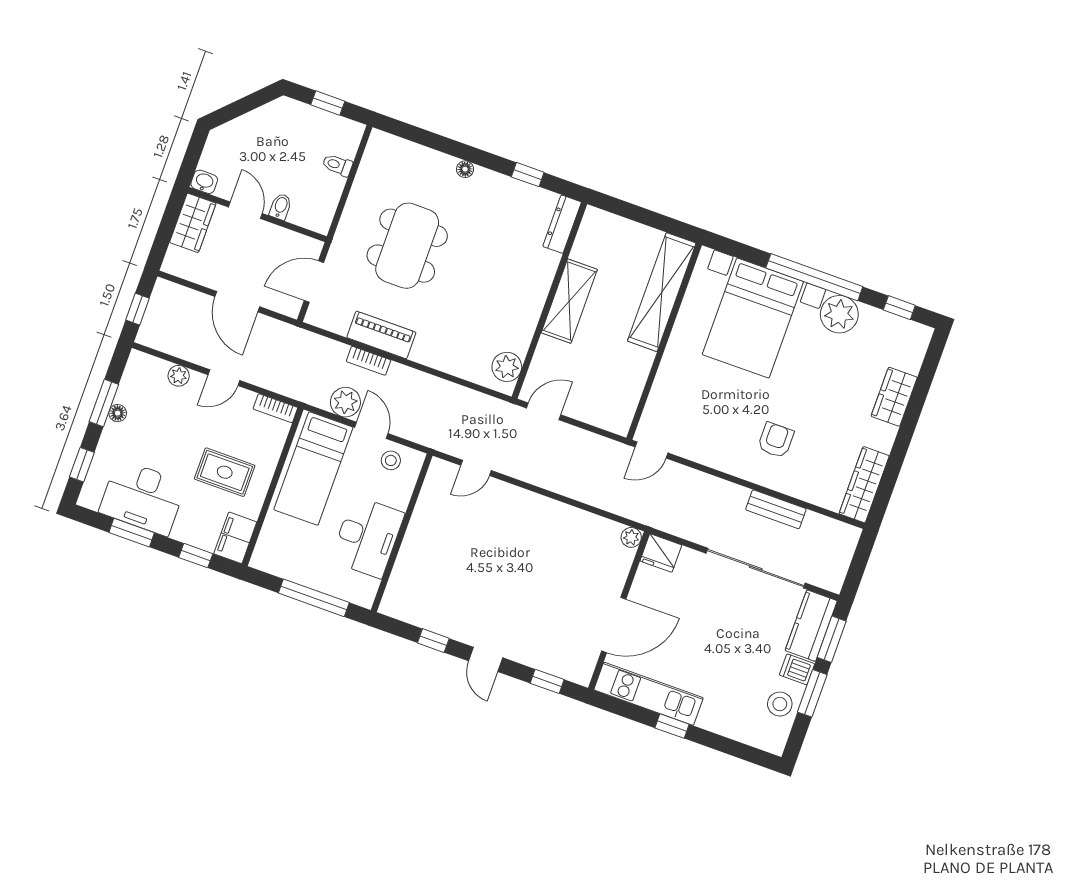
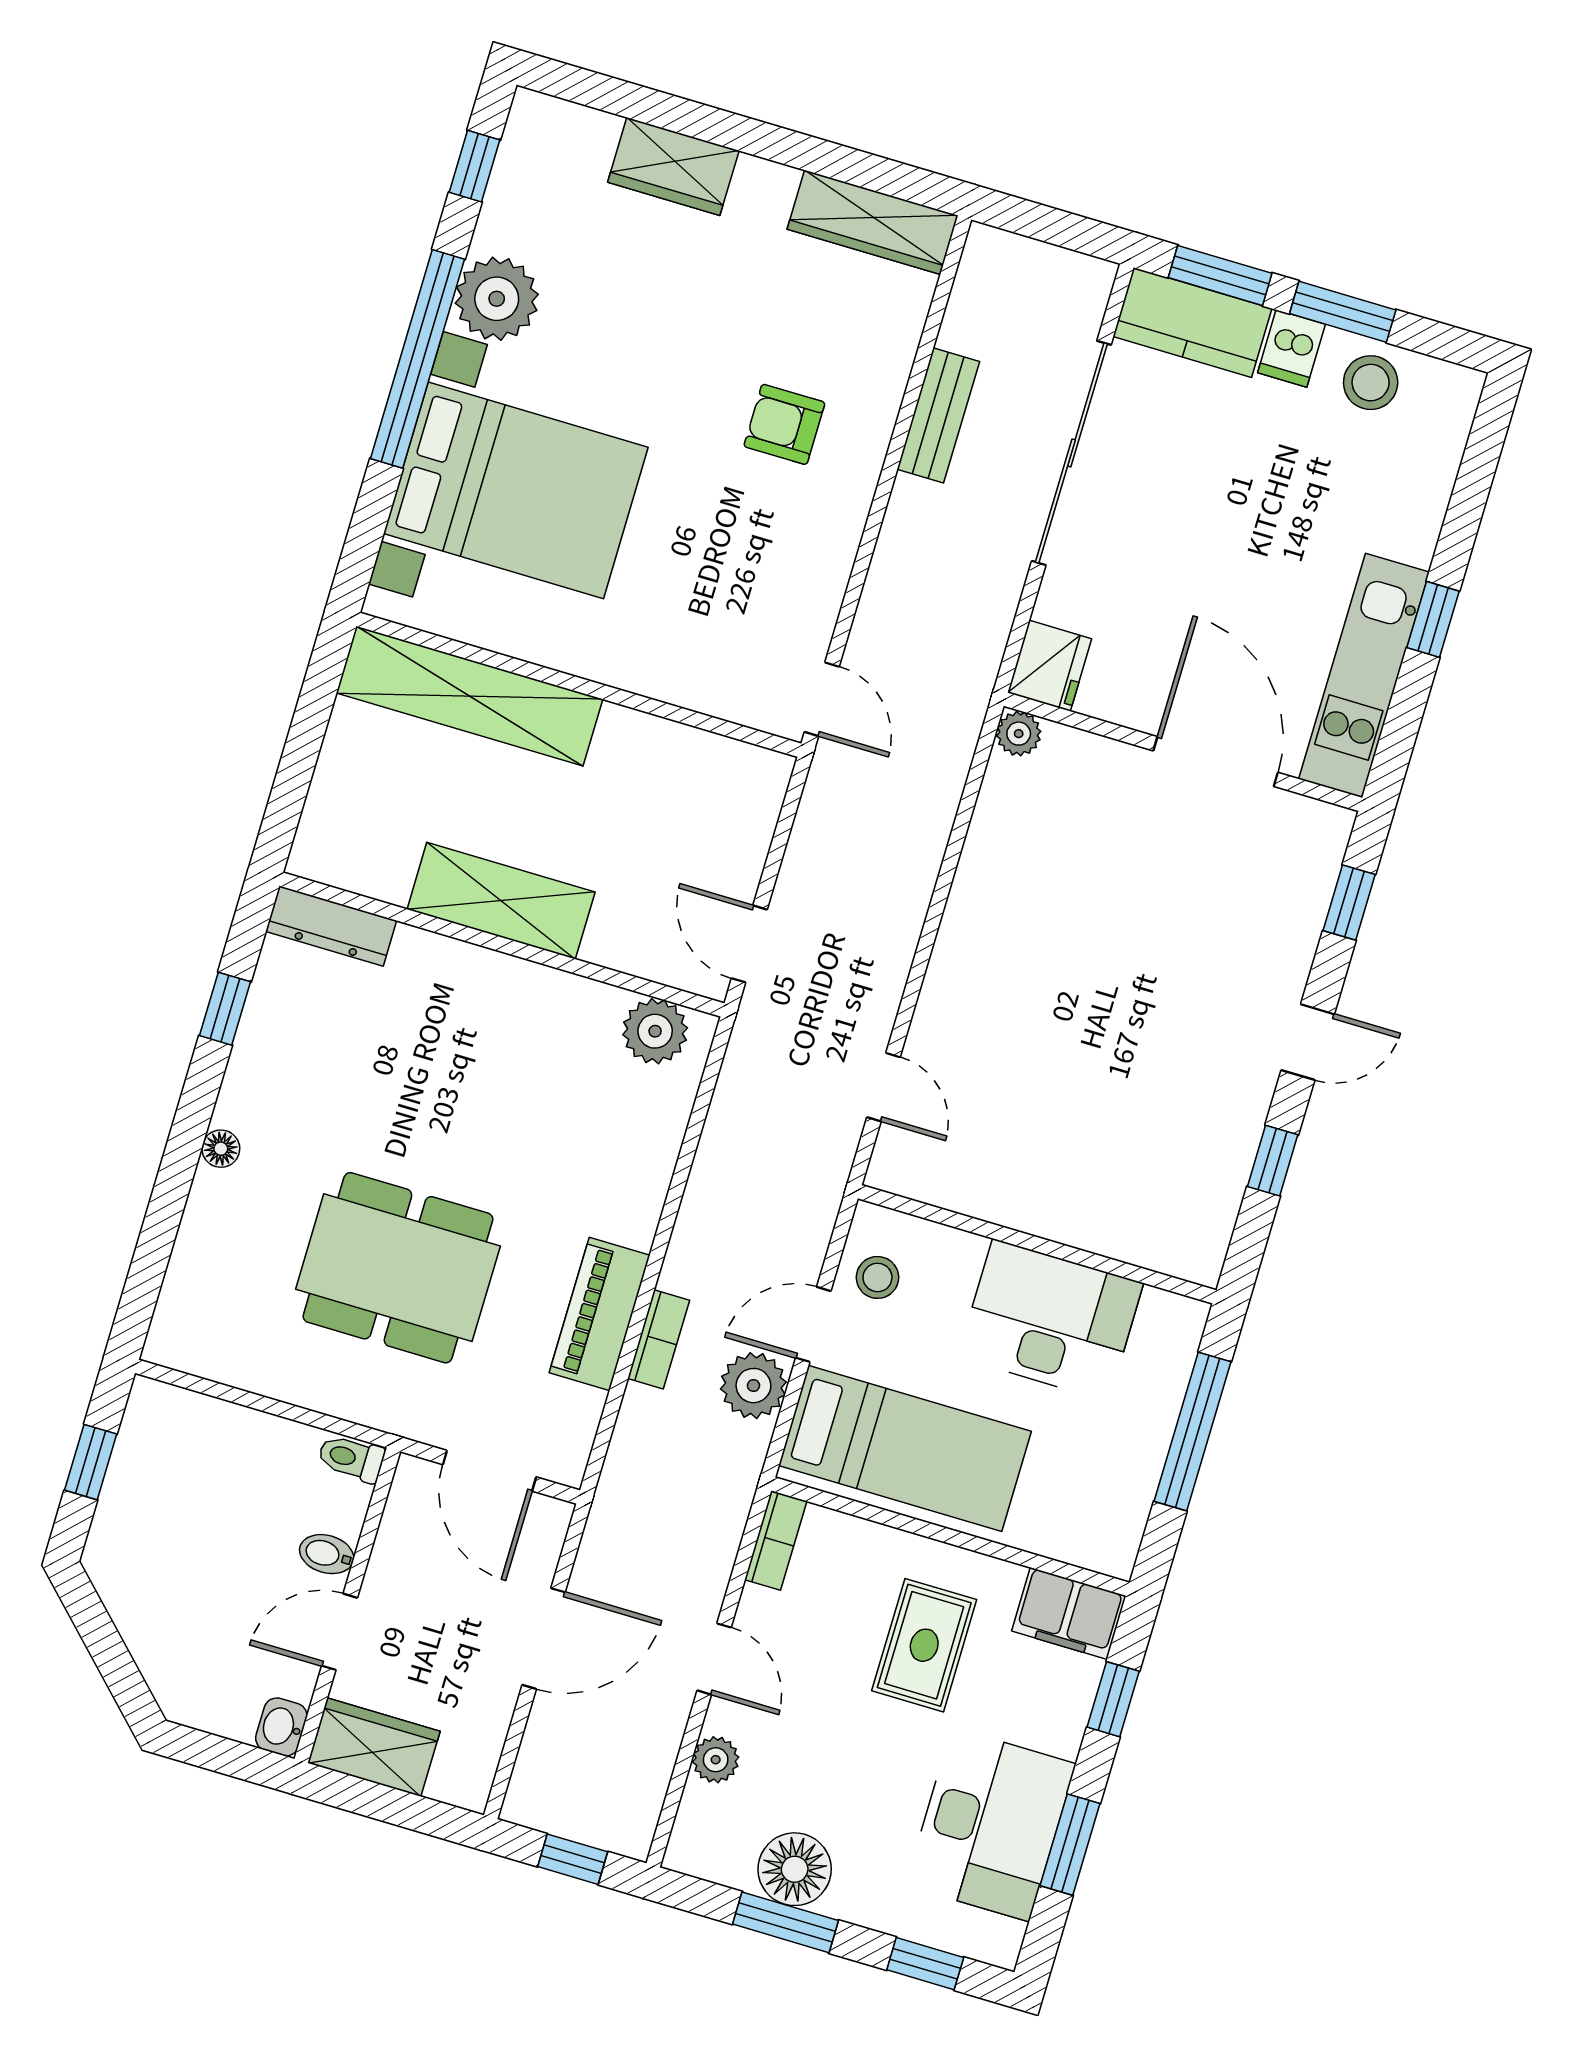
toilet: (337, 165) -> (351, 1458), moved, turned 90
floor lamp: (118, 413) -> (795, 1869), width x1.89, depth x1.89

